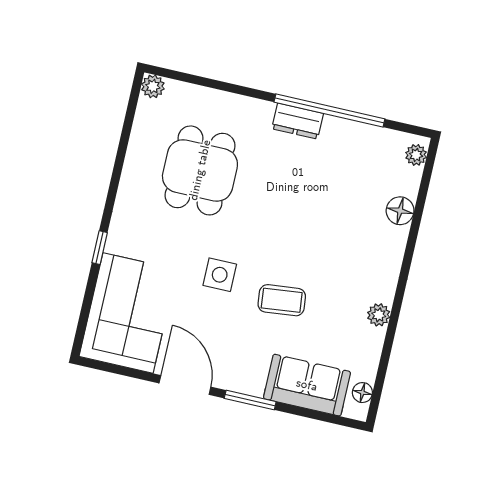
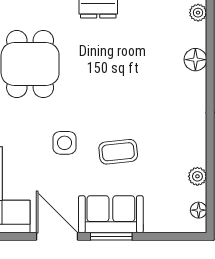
plant: (379, 315) -> (197, 176), moved
sofa: (307, 385) -> (111, 214), moved

